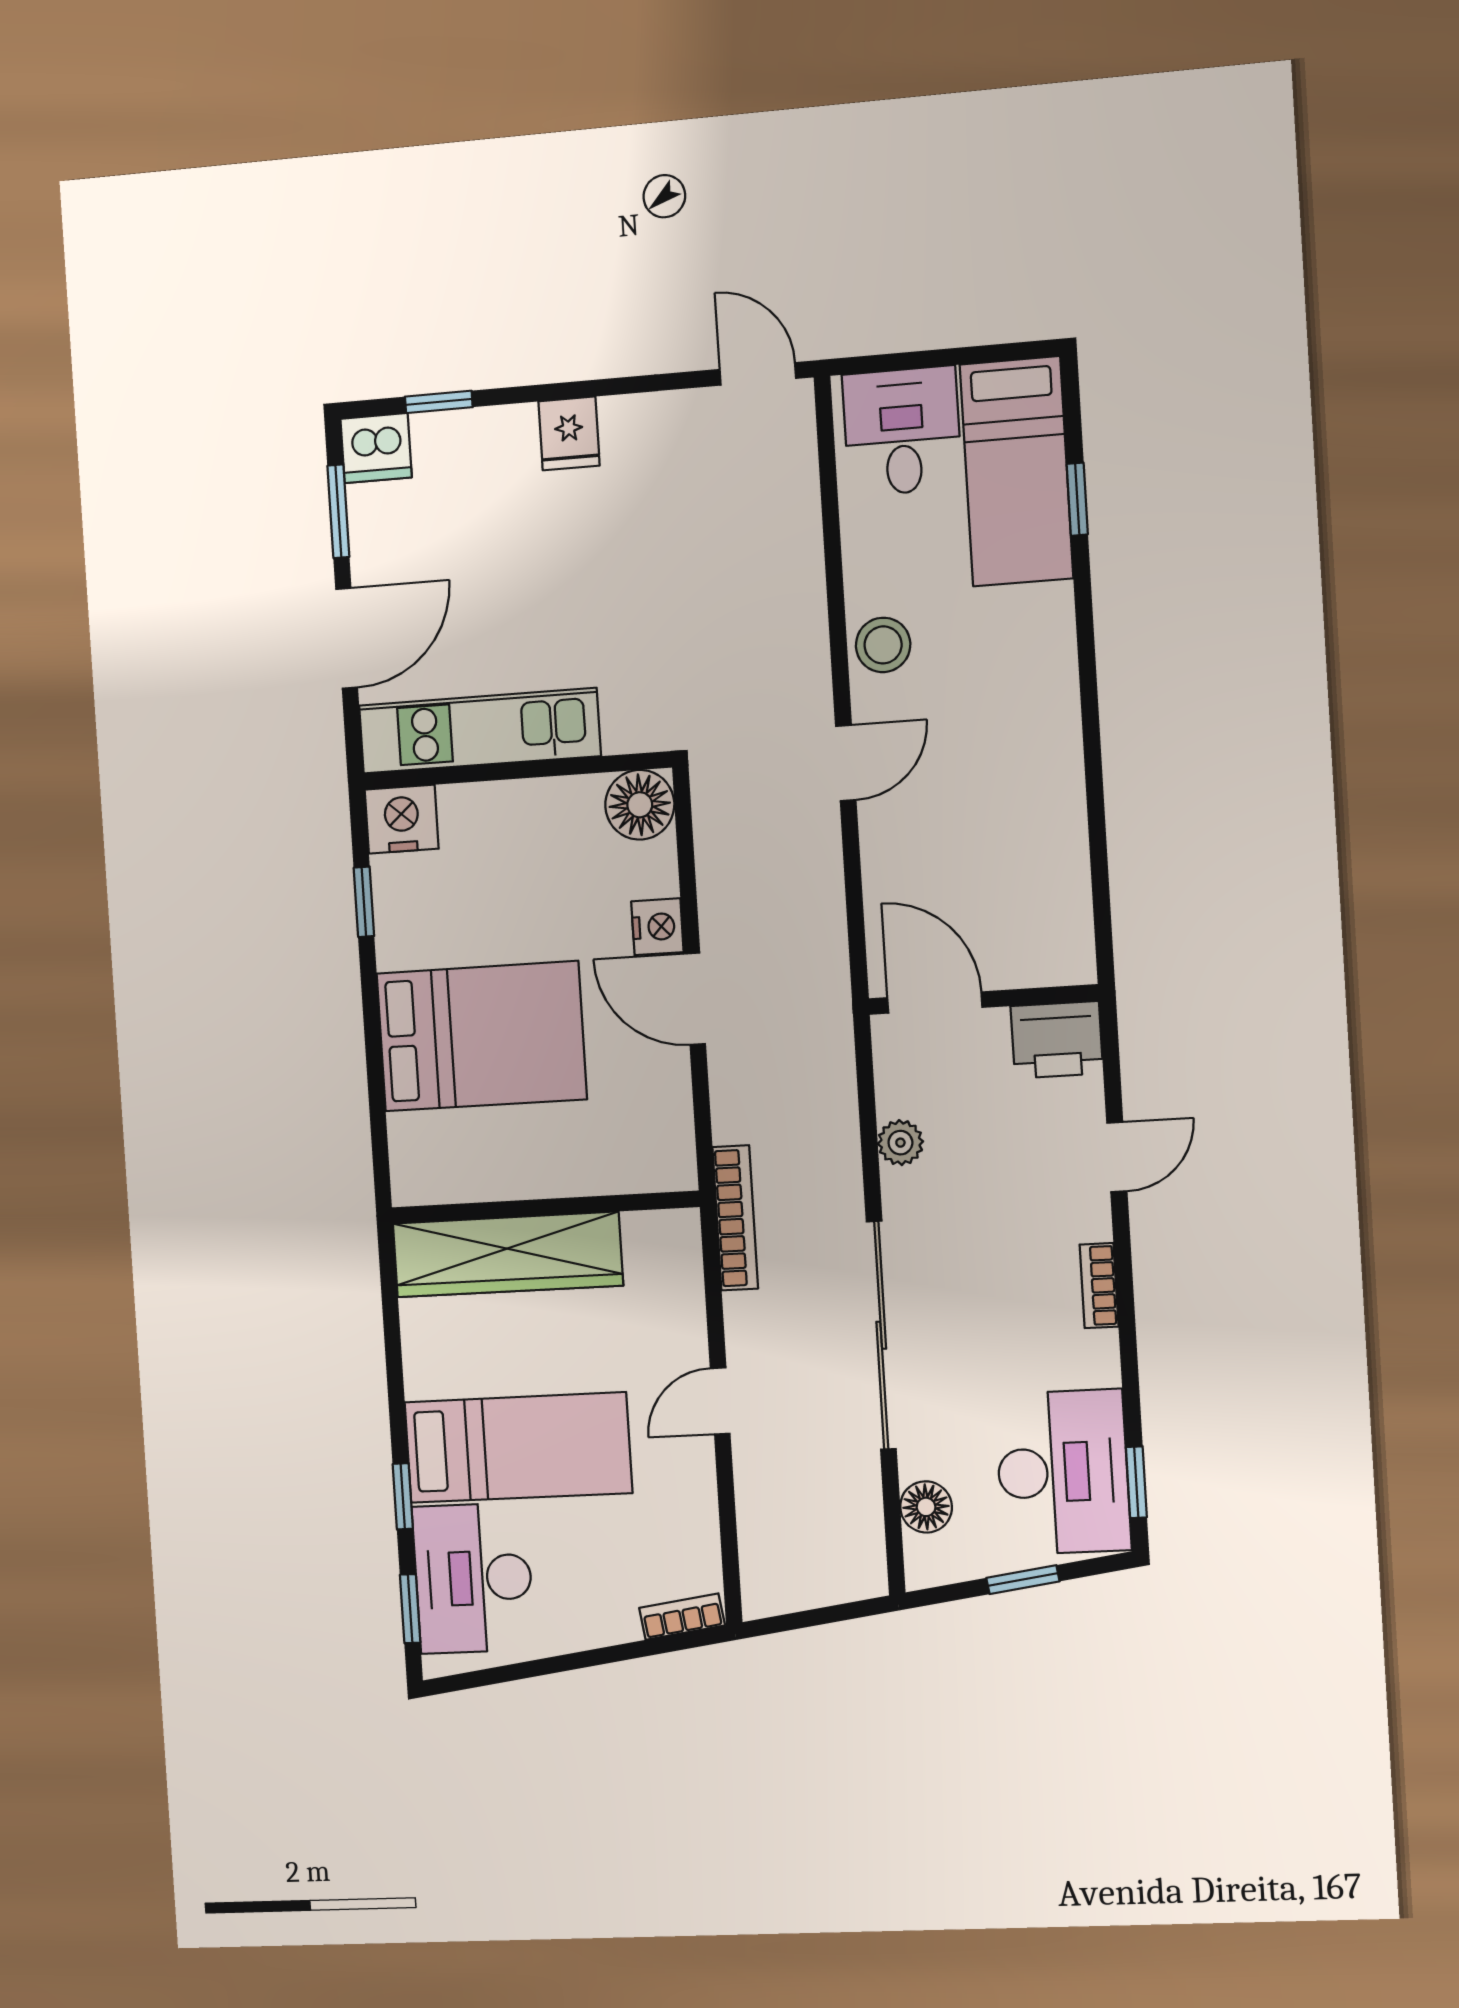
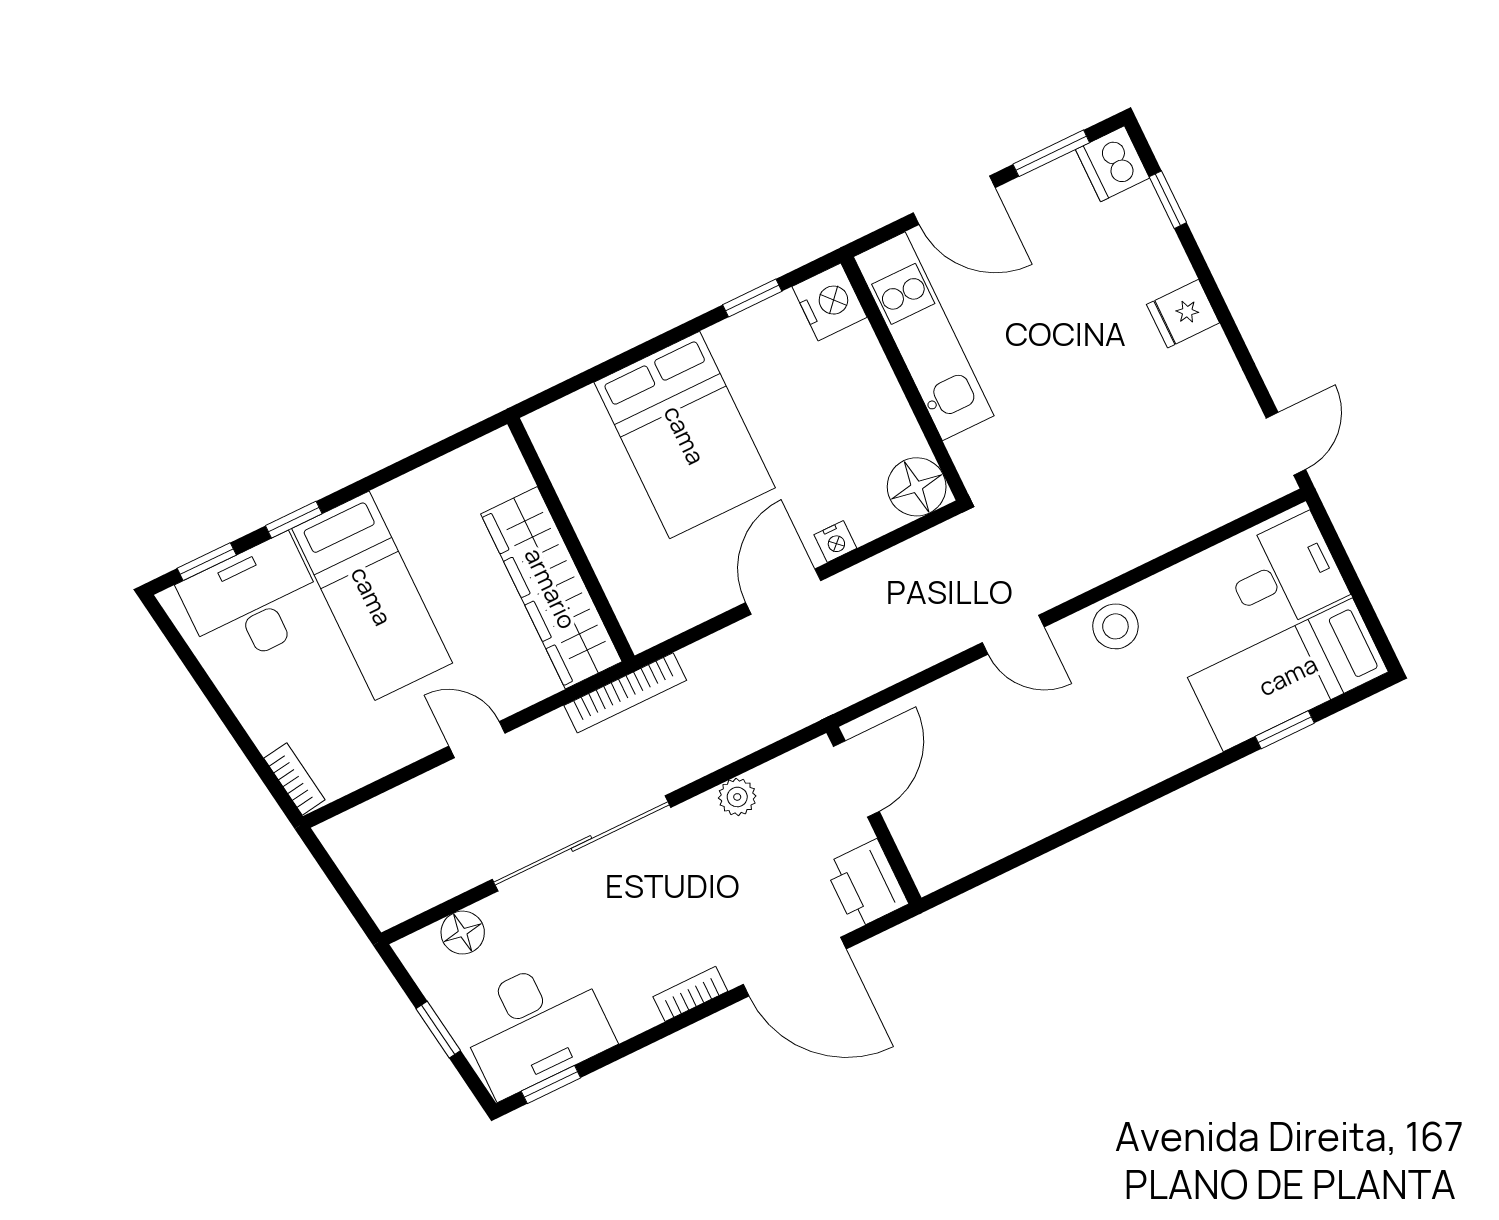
nightstand: (657, 927) -> (835, 541), width x0.72, depth x0.74
door: (1117, 1157) -> (795, 967), width x1.87
wardrobe: (508, 1254) -> (551, 588), moved

